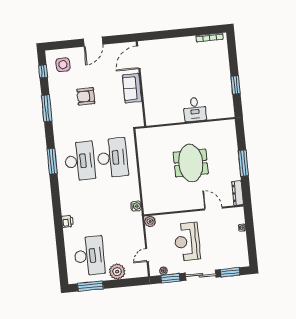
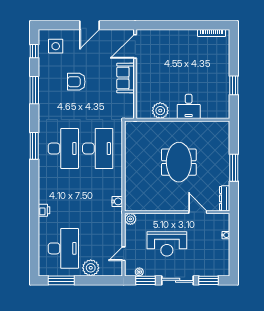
plant: (168, 116) -> (160, 111), added
reception desk: (187, 242) -> (167, 244), turned -90

